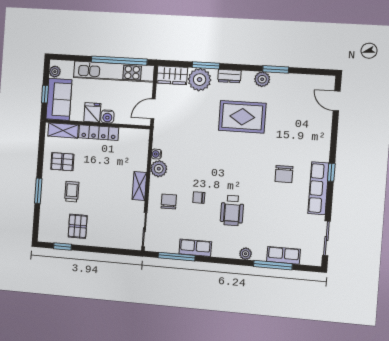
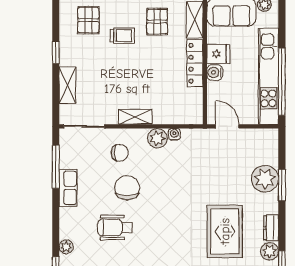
wardrobe: (172, 75) -> (268, 146), removed
dresser: (229, 76) -> (271, 228), moved
chair: (199, 198) -> (127, 188), width x1.87, depth x1.87
pallet: (78, 226) -> (88, 20), moved, turned 90
shelving: (109, 241) -> (67, 85), added
window: (62, 247) -> (56, 53), moved

